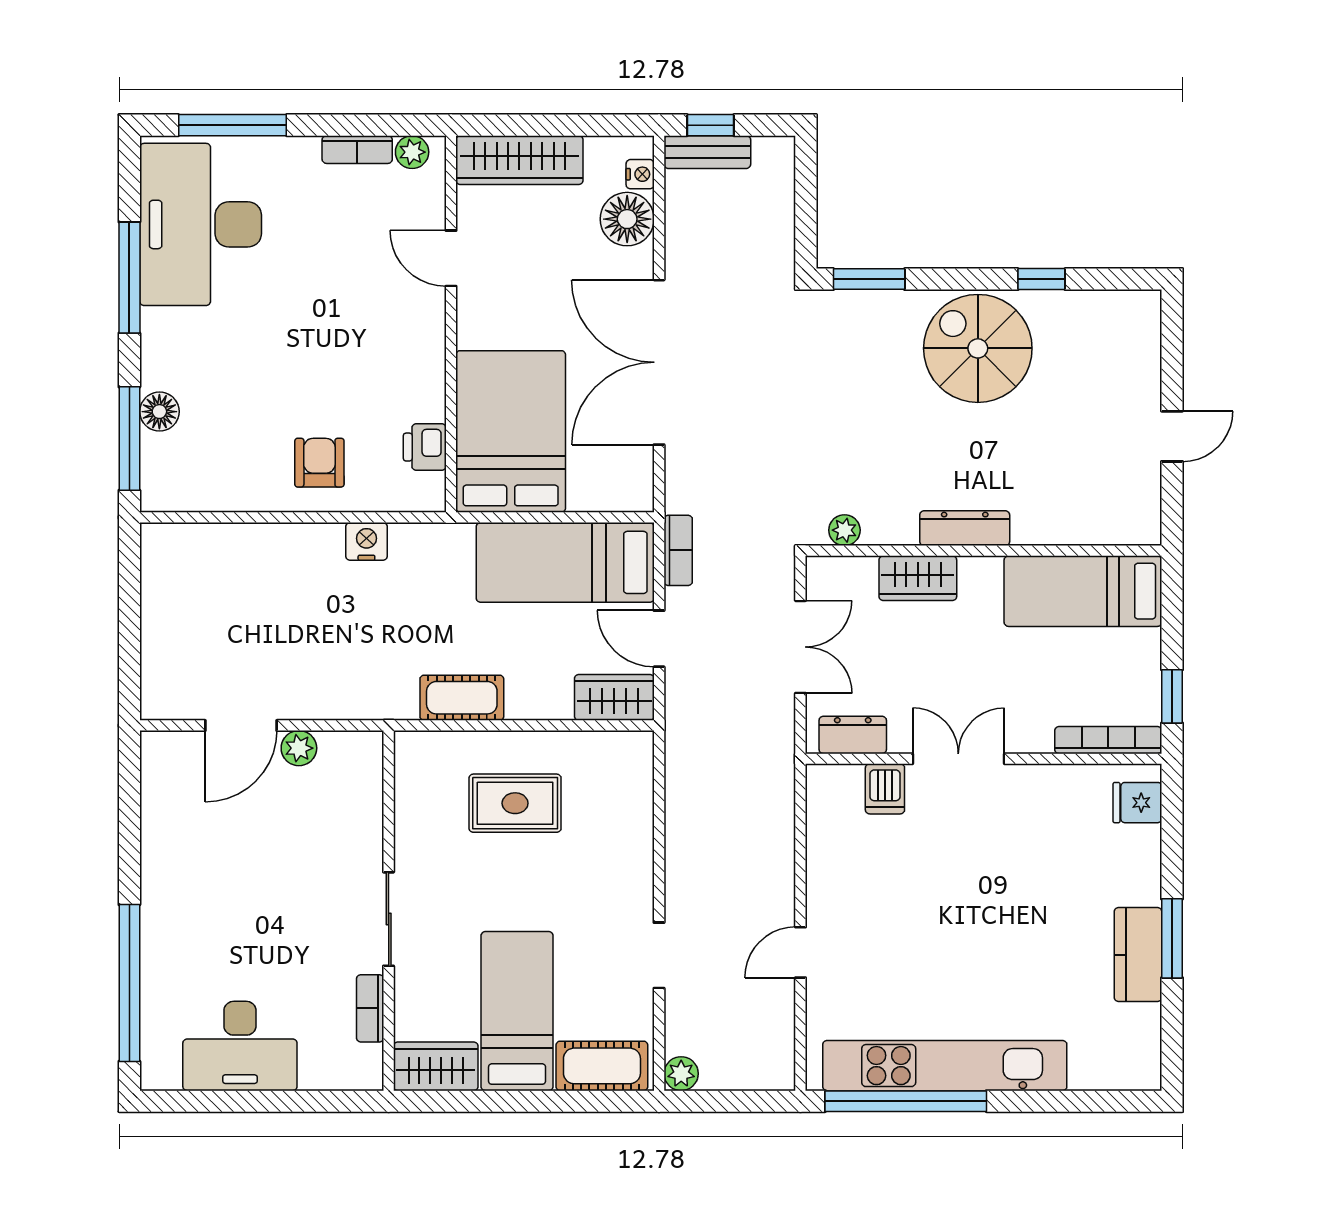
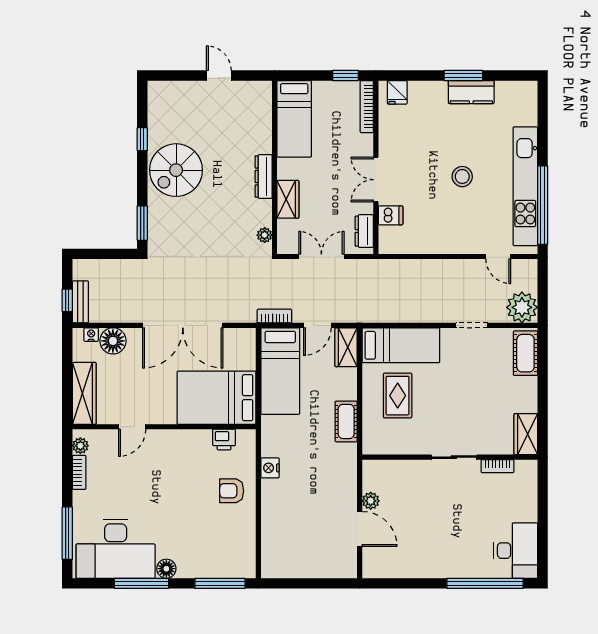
floor lamp: (159, 412) -> (166, 569), moved
stool: (965, 936) -> (462, 177), added
door: (800, 952) -> (498, 256), moved
bed: (517, 1011) -> (401, 345), moved, turned 180
desk: (240, 1046) -> (516, 551), moved
plant: (681, 1074) -> (522, 307), width x1.87, depth x1.87

